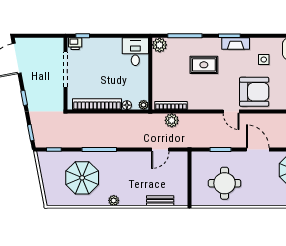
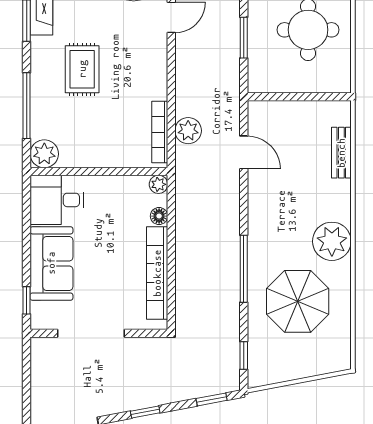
printer: (75, 44) -> (42, 315), removed
sofa: (102, 49) -> (51, 263), added
plant: (114, 200) -> (332, 241), width x1.88, depth x1.88

